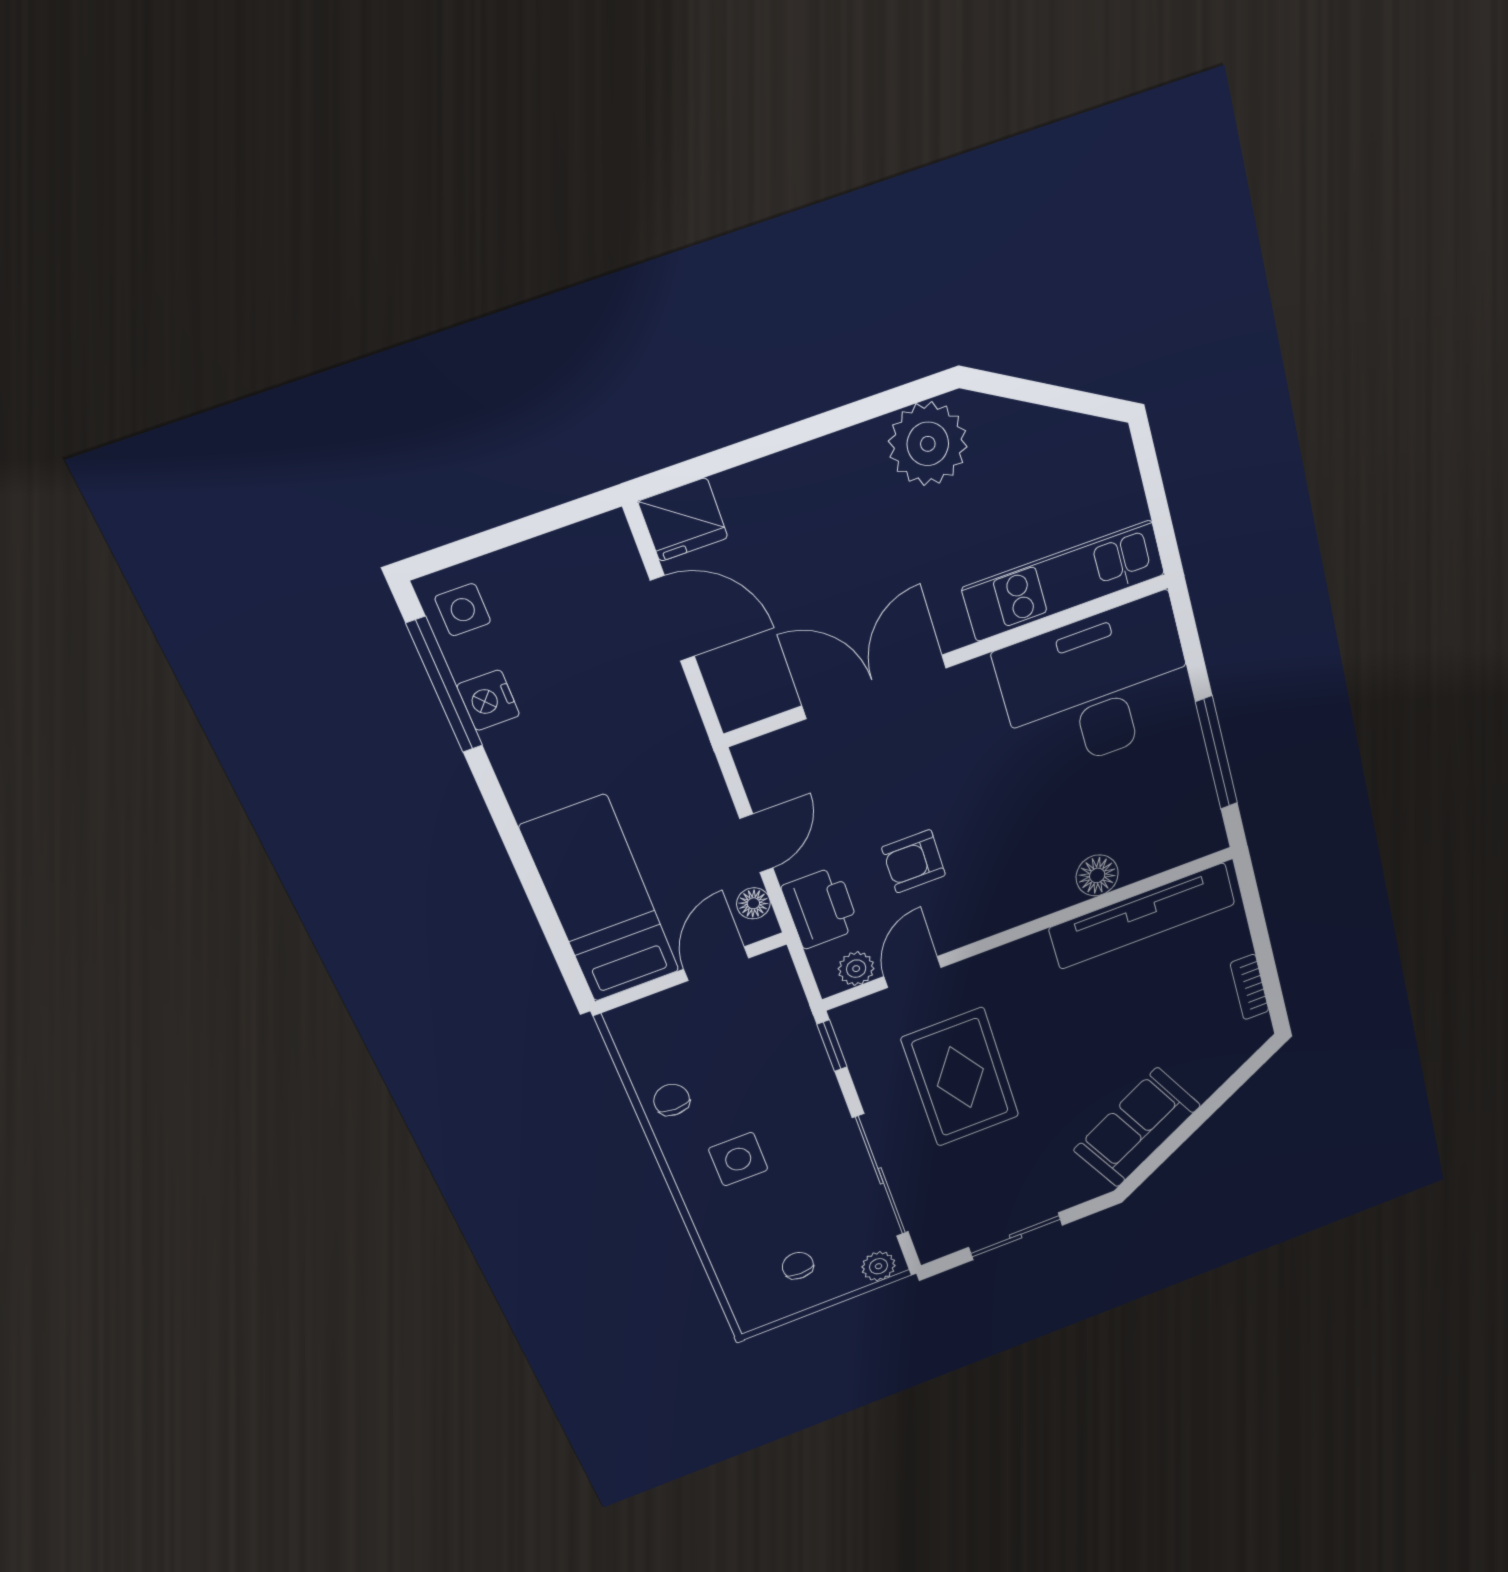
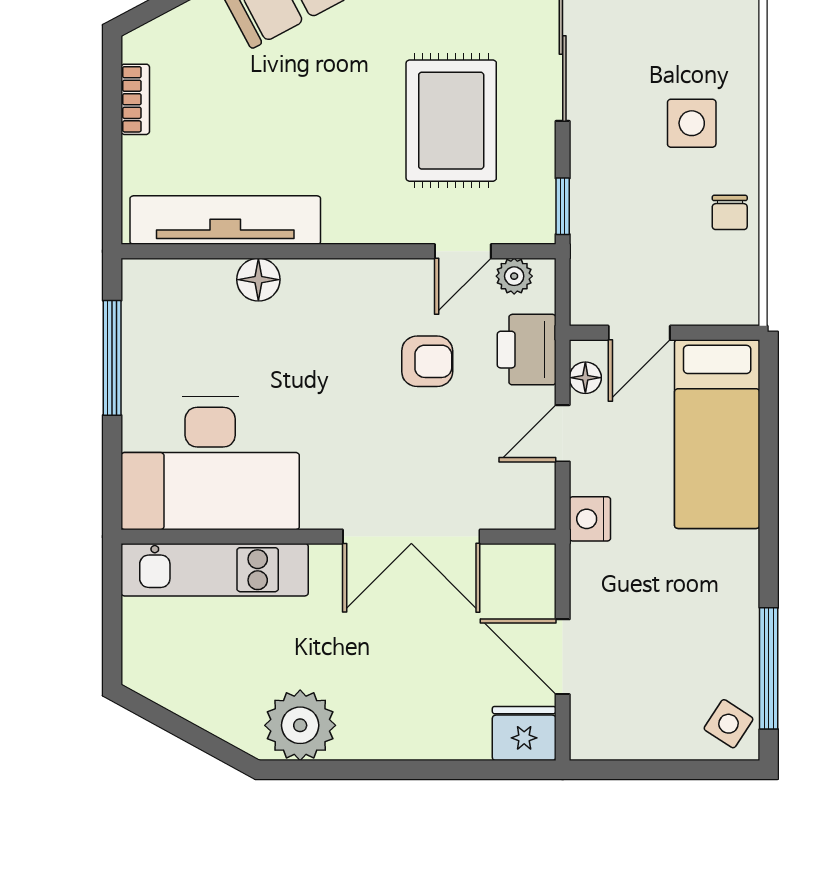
side table: (463, 610) -> (728, 724), turned 33
nightstand: (488, 700) -> (590, 519), moved, turned 180

